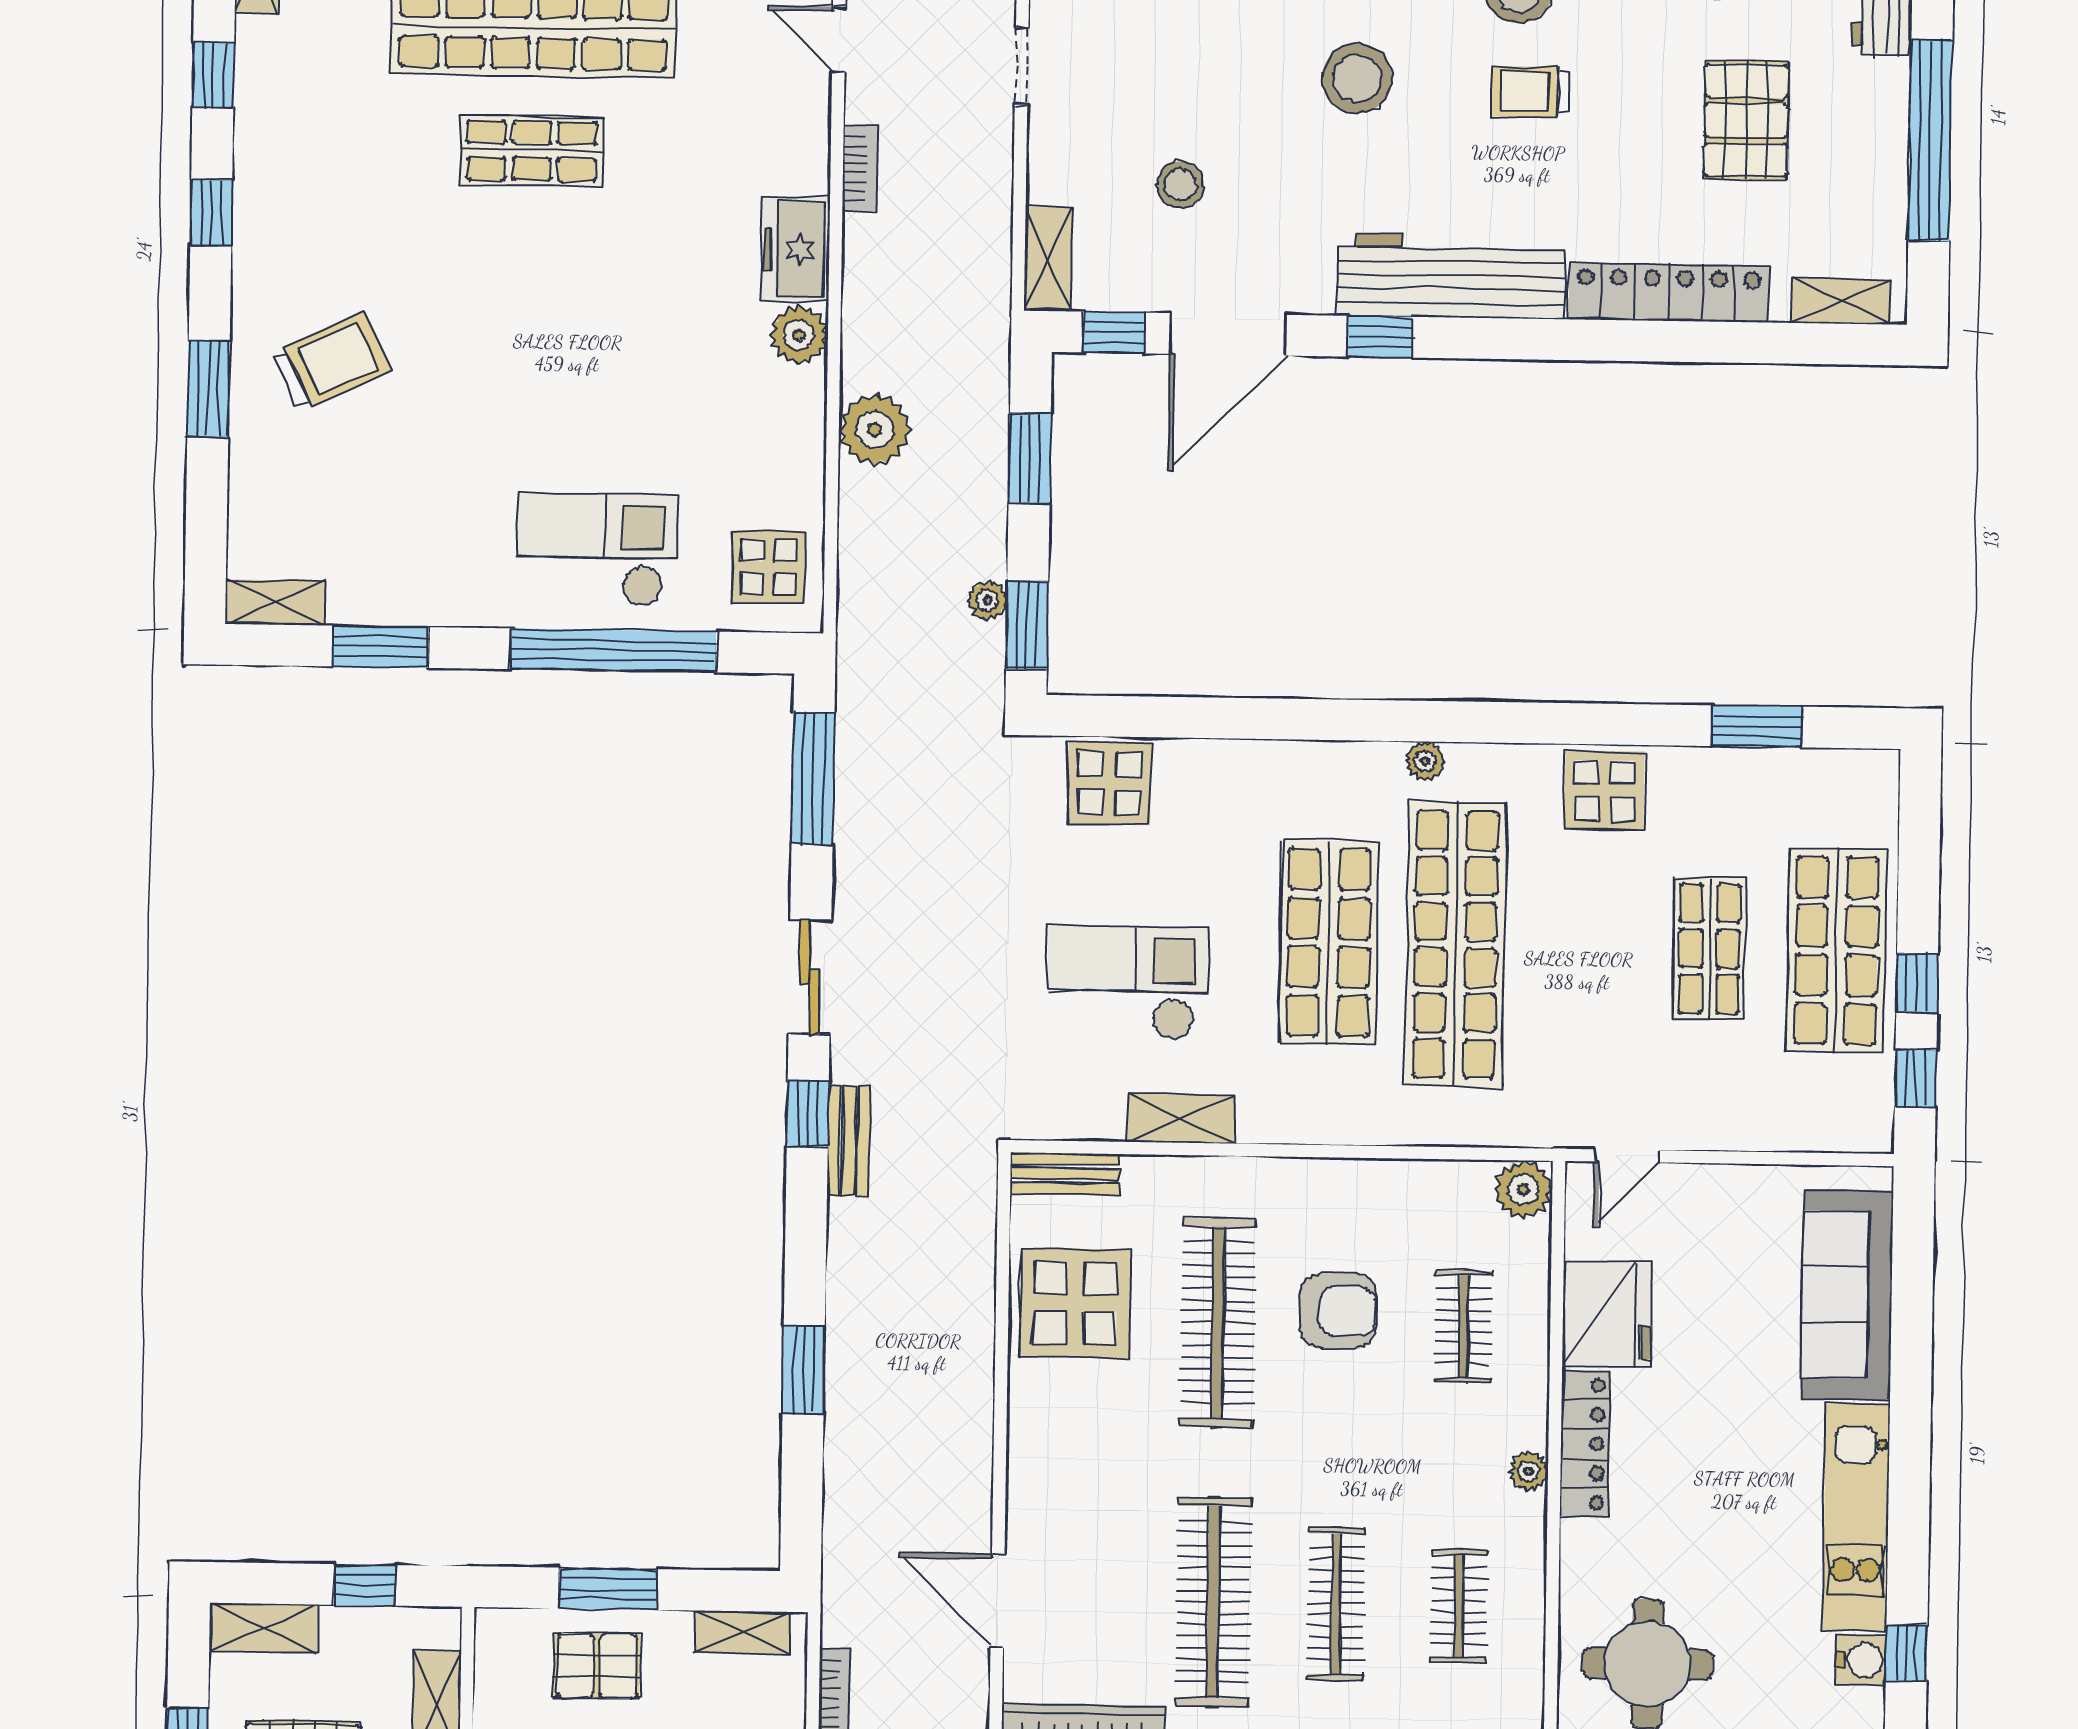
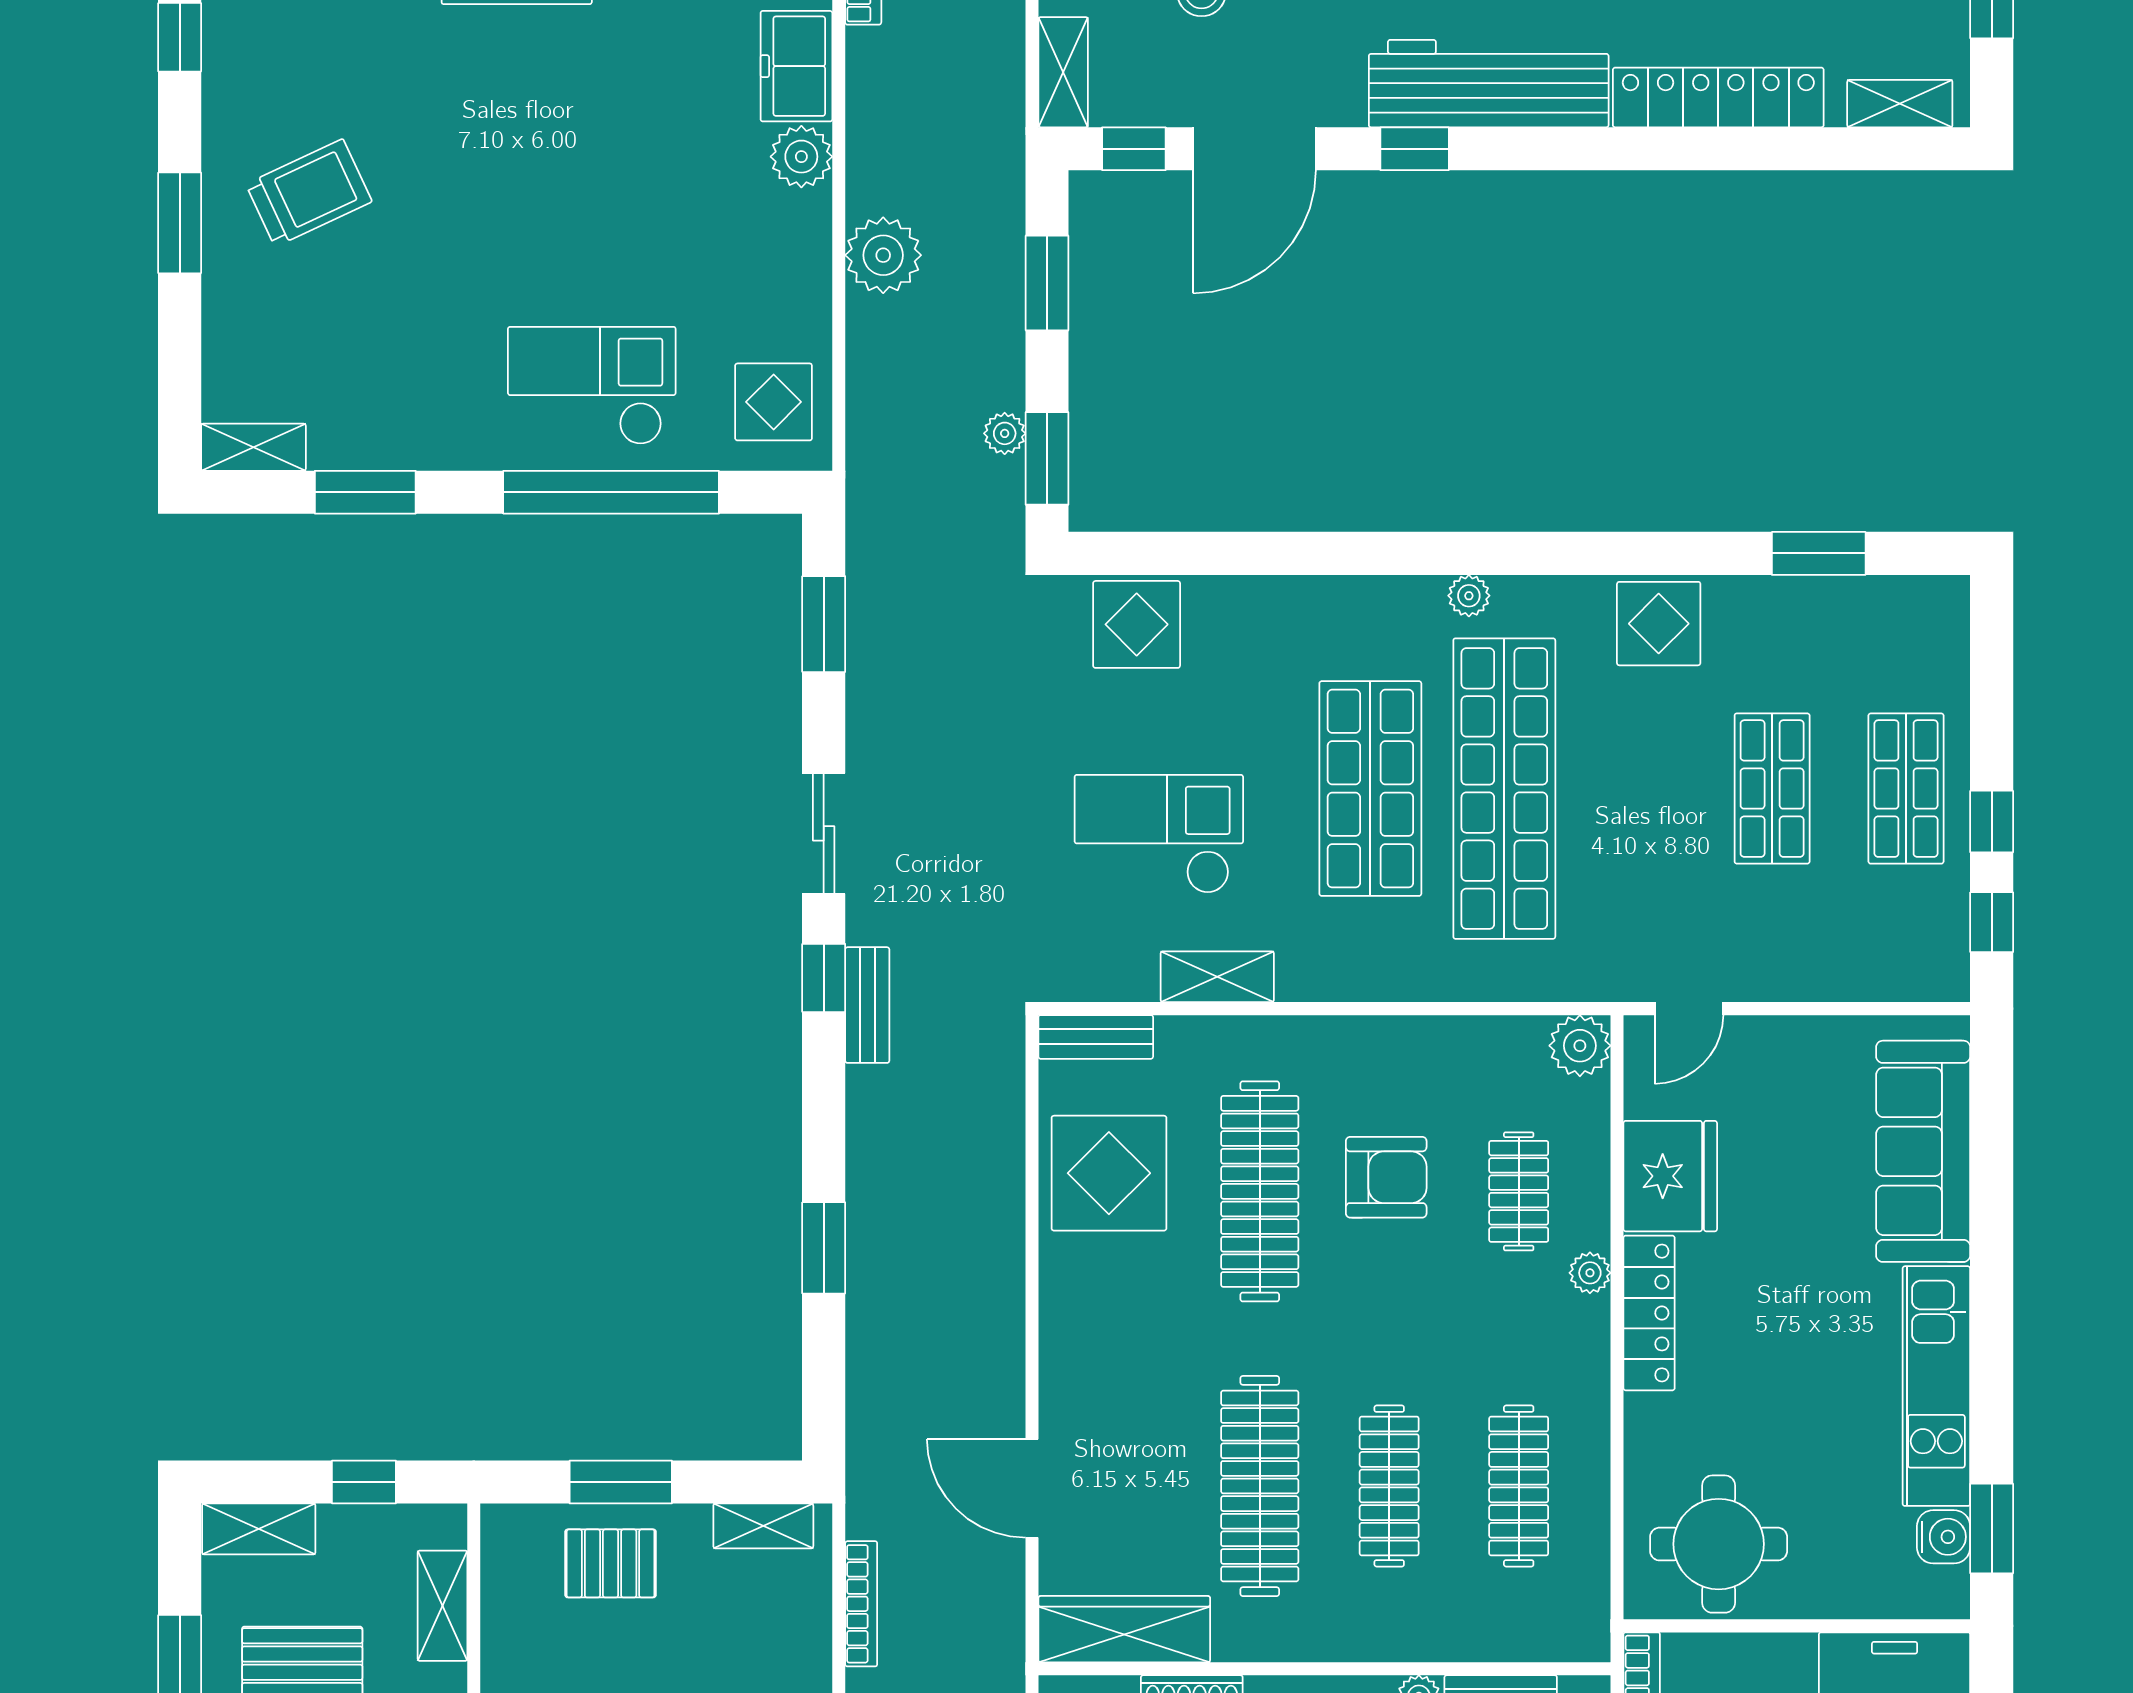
window: (813, 779) -> (824, 624), width x0.69
shop shelf: (1836, 951) -> (1906, 789), width x0.70, depth x0.74
plant: (1529, 1471) -> (1590, 1273), moved
clothes rail: (1459, 1606) -> (1519, 1486), width x1.36
window: (1907, 1653) -> (1992, 1529), width x1.50

